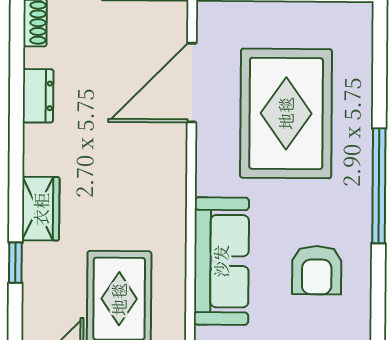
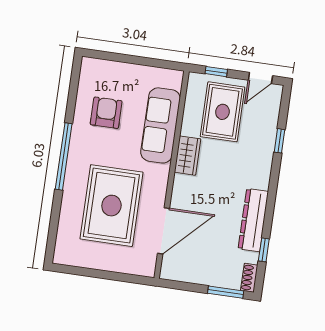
window: (17, 74) -> (264, 250), added
dresser: (38, 96) -> (253, 220), width x1.96, depth x1.24
wardrobe: (41, 209) -> (187, 156), moved, turned 180

